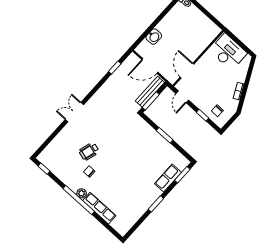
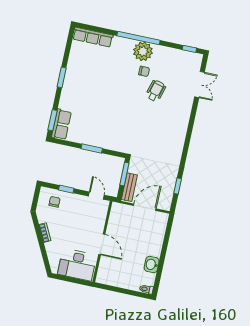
washbasin: (154, 37) -> (152, 265), moved
door: (187, 71) -> (102, 244), moved
bench: (150, 92) -> (129, 187), width x0.73
double door: (74, 112) -> (199, 85), moved
row of seats: (168, 178) -> (61, 124), moved
plant: (82, 193) -> (143, 51), width x1.87, depth x1.87
row of seats: (99, 208) -> (93, 37), moved

